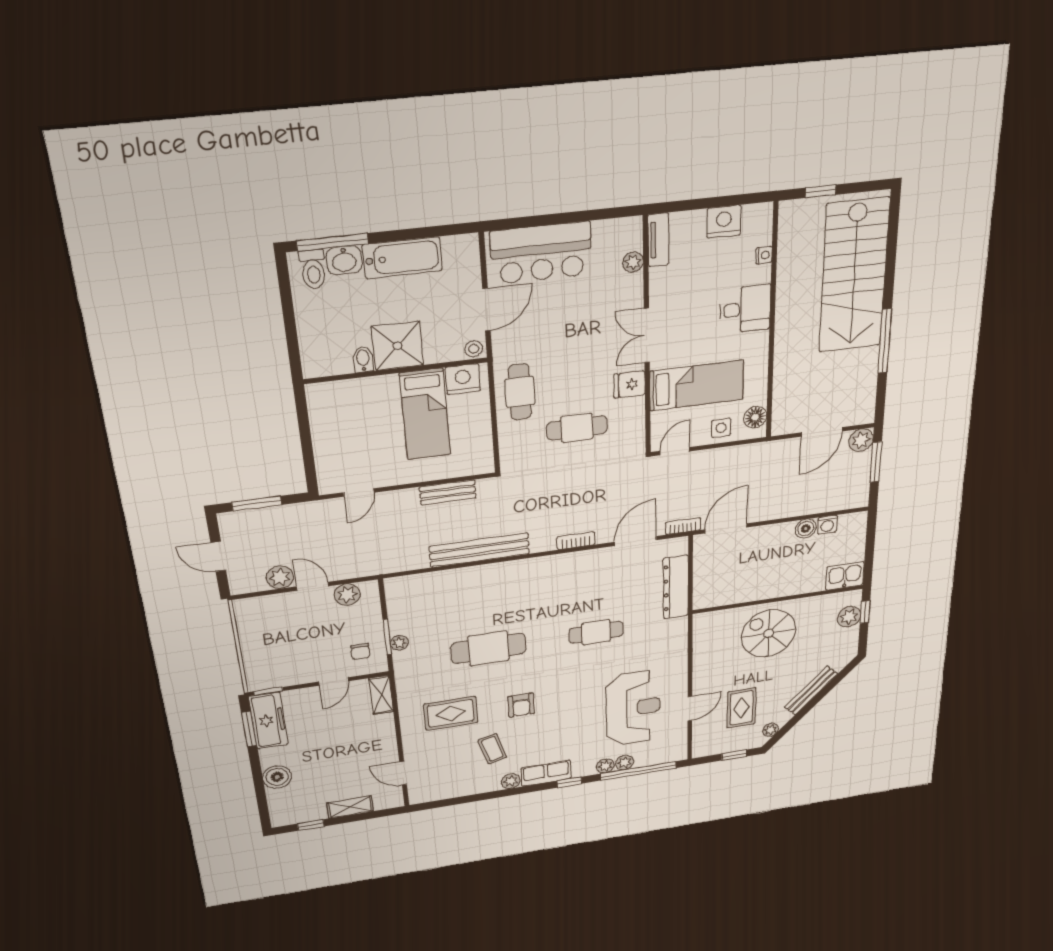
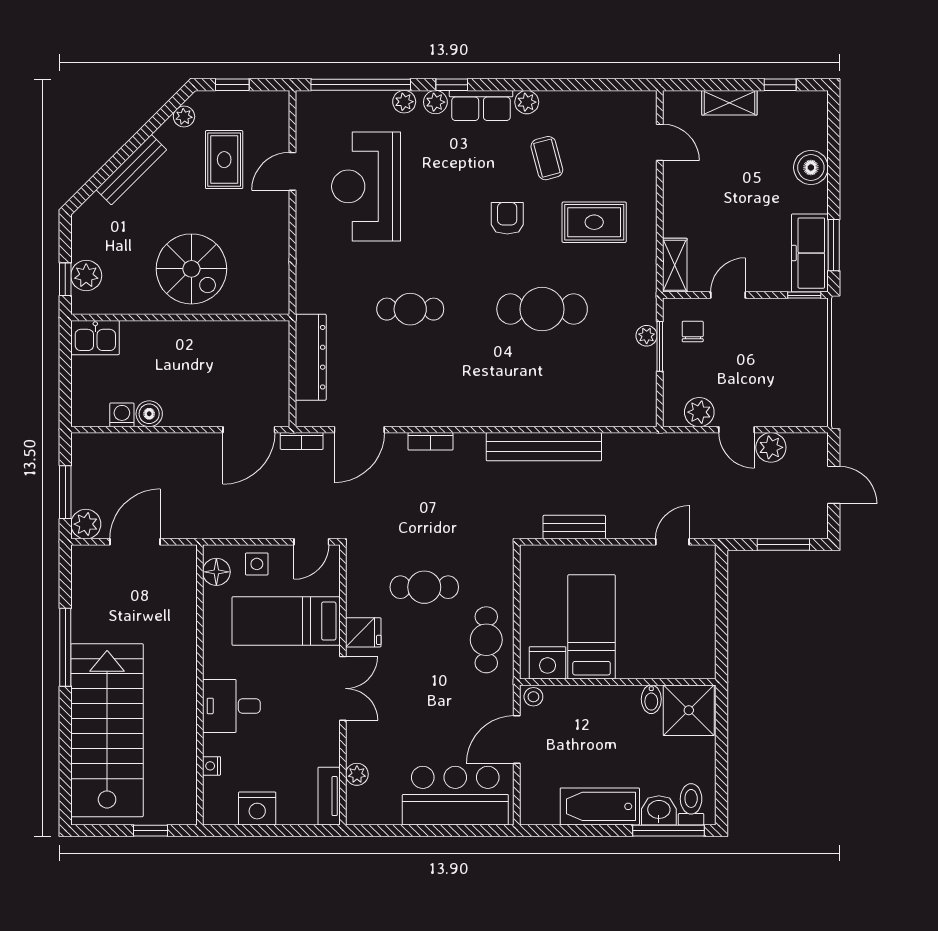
shower: (397, 346) -> (689, 710), moved
plant: (625, 763) -> (435, 102), moved

